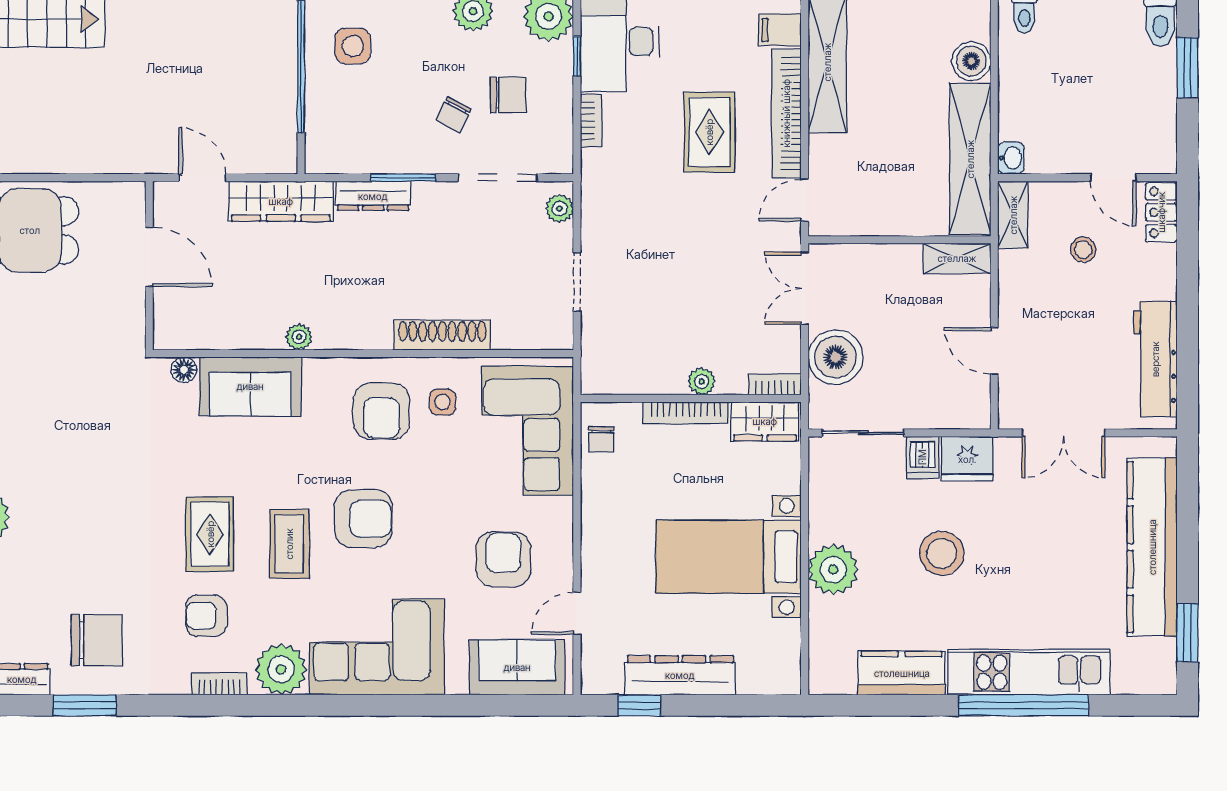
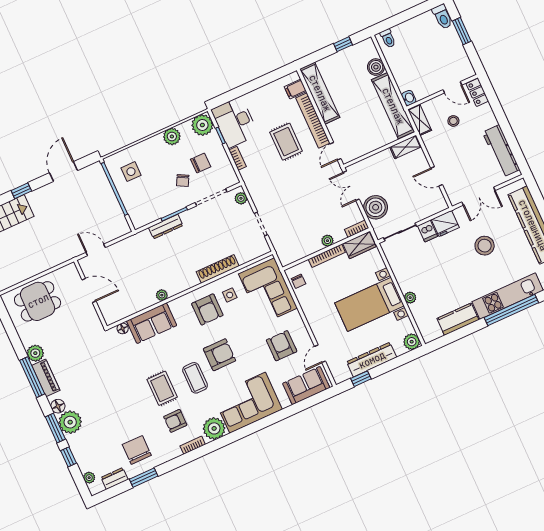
wardrobe: (281, 201) -> (130, 245), removed
stool: (942, 553) -> (485, 246), moved
plant: (833, 570) -> (410, 298), width x0.53, depth x0.53
chair: (97, 640) -> (137, 450), turned -90
plant: (782, 676) -> (412, 342), added

